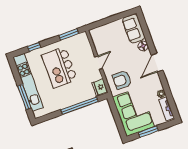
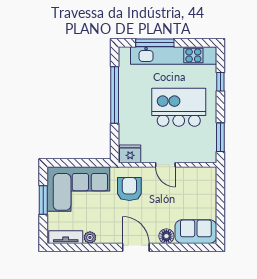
window: (79, 106) -> (115, 95), moved

